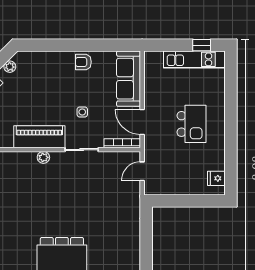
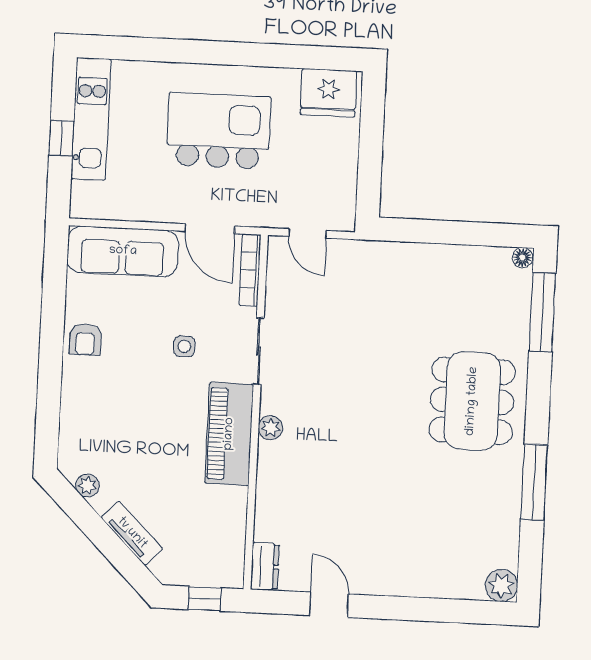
window: (202, 45) -> (61, 138), moved
door: (142, 122) -> (210, 229), hinge flipped
kitchen island: (192, 124) -> (219, 131), width x1.37, depth x1.28
fridge: (216, 178) -> (328, 93), width x1.88, depth x1.34

